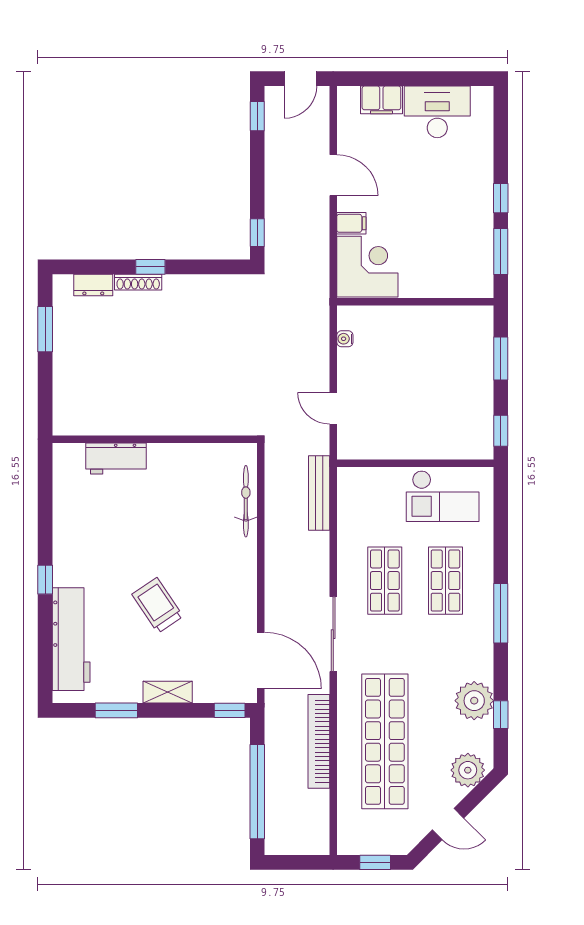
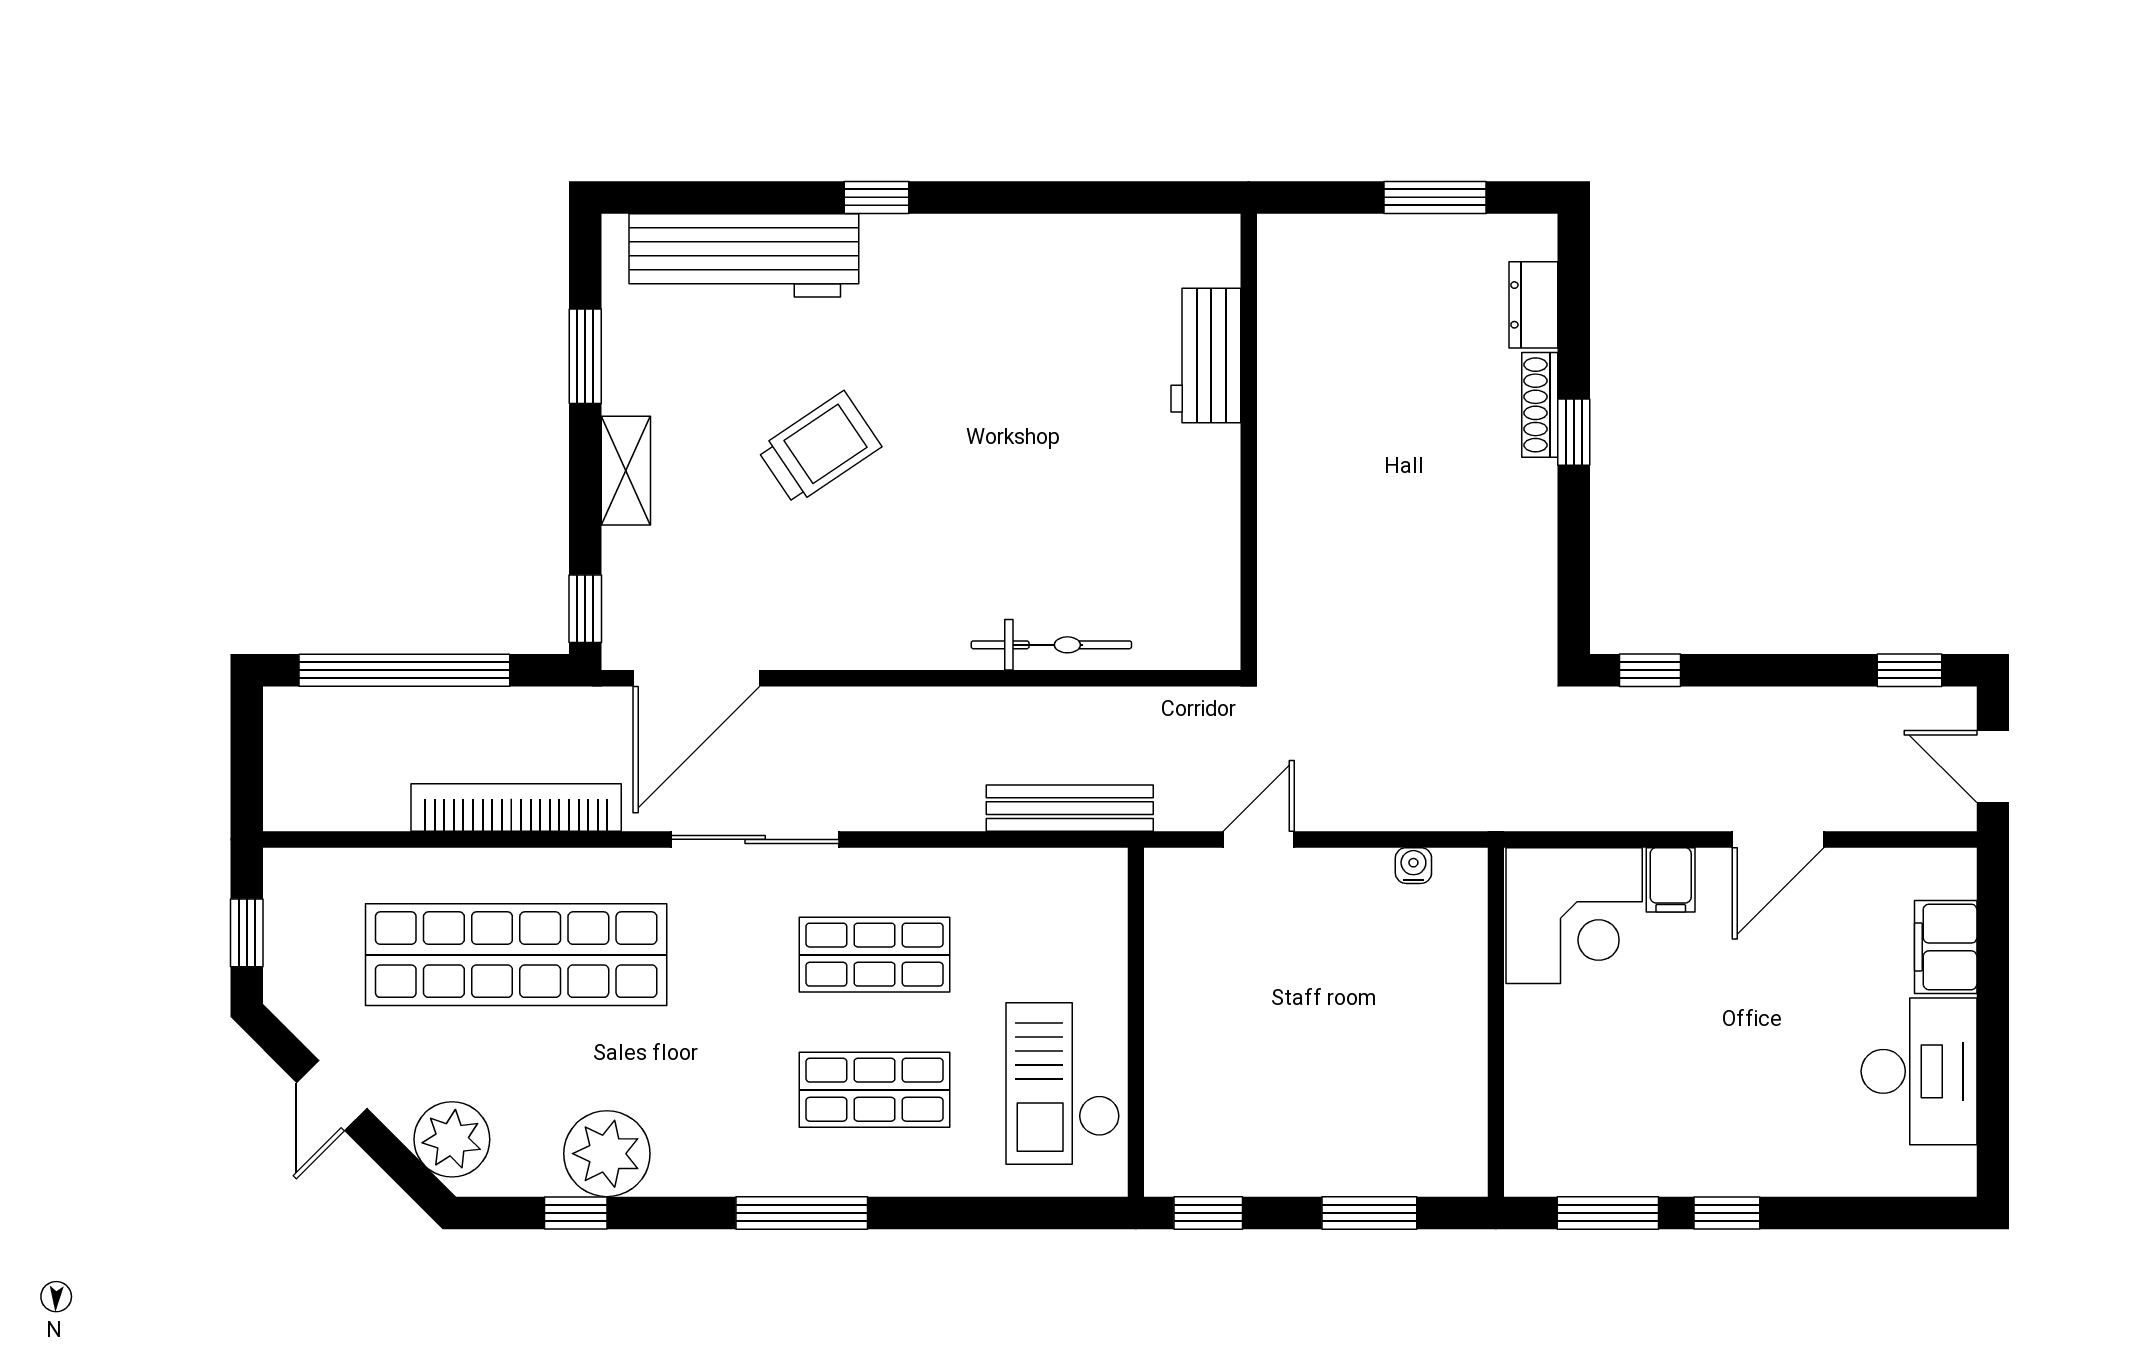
wall: (155, 439) -> (1249, 442), moved
workbench: (116, 458) -> (1206, 355), moved

